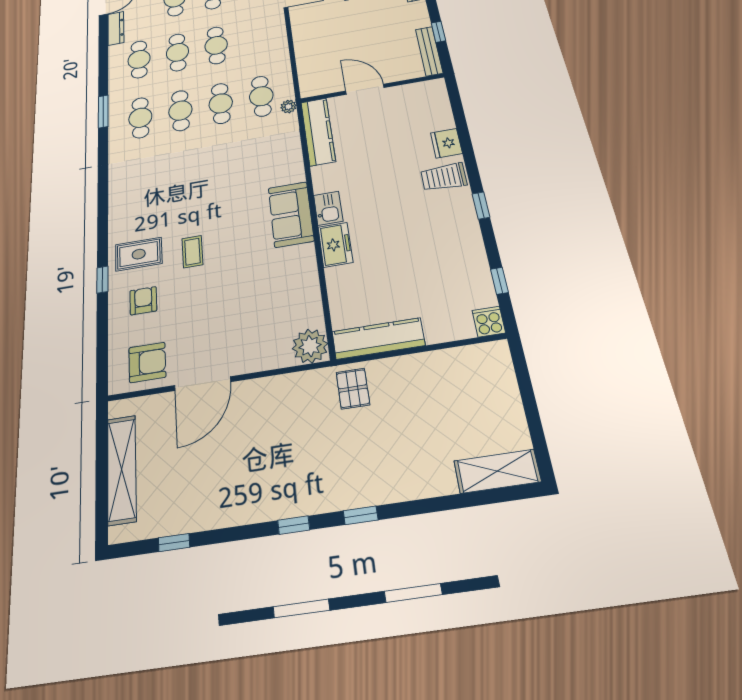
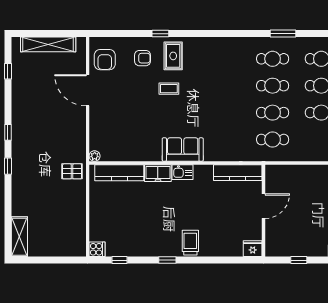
bench: (429, 51) -> (285, 251), removed
plant: (288, 107) -> (261, 156), removed
fridge: (446, 143) -> (253, 249), moved
kitchen counter: (378, 339) -> (119, 173), moved, turned 90
plant: (310, 346) -> (95, 156), width x0.53, depth x0.53

